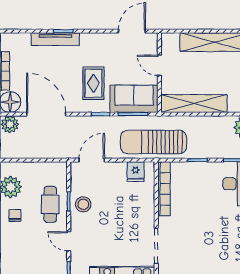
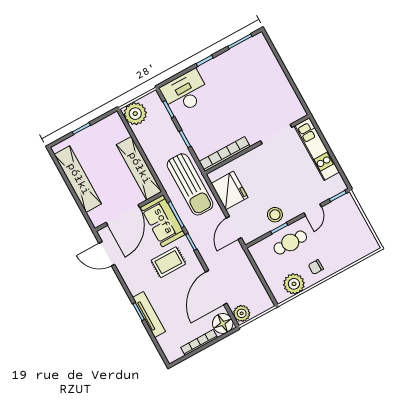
door: (159, 65) -> (123, 215), width x1.88
door: (92, 160) -> (234, 228), hinge flipped
fridge: (136, 172) -> (230, 190), width x1.88, depth x1.34

